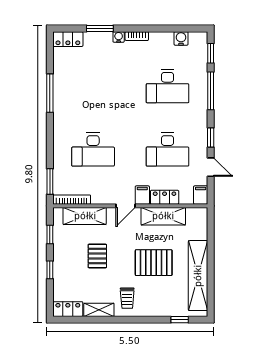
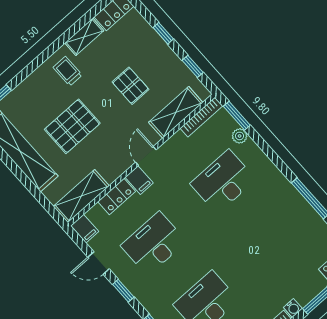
plant: (59, 168) -> (240, 136), added
shelving: (163, 216) -> (81, 196), moved

